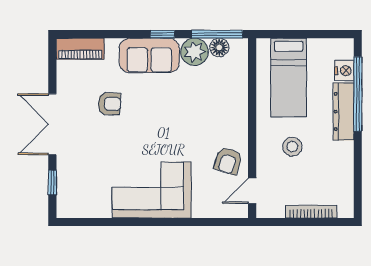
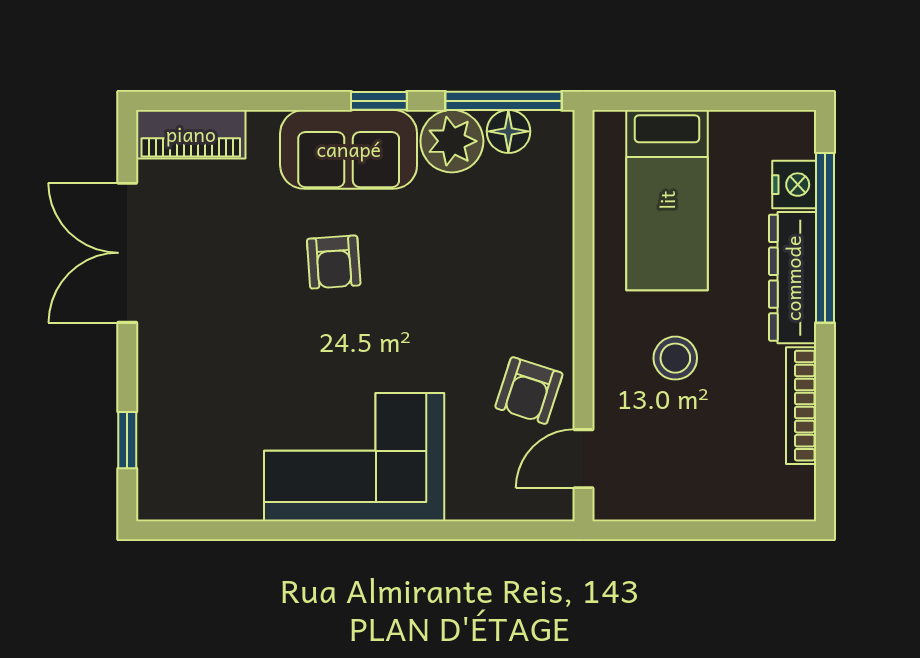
armchair: (109, 104) -> (334, 262), moved, turned 84
double door: (52, 124) -> (127, 253), moved
bookcase: (311, 212) -> (801, 406), moved, turned -90

